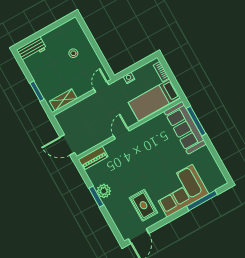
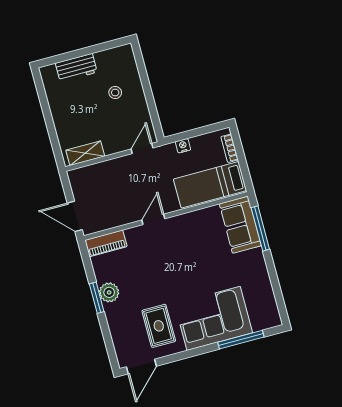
workbench: (32, 49) -> (76, 68), moved
window: (37, 91) -> (52, 132), removed
sofa: (185, 128) -> (240, 225), width x0.73

